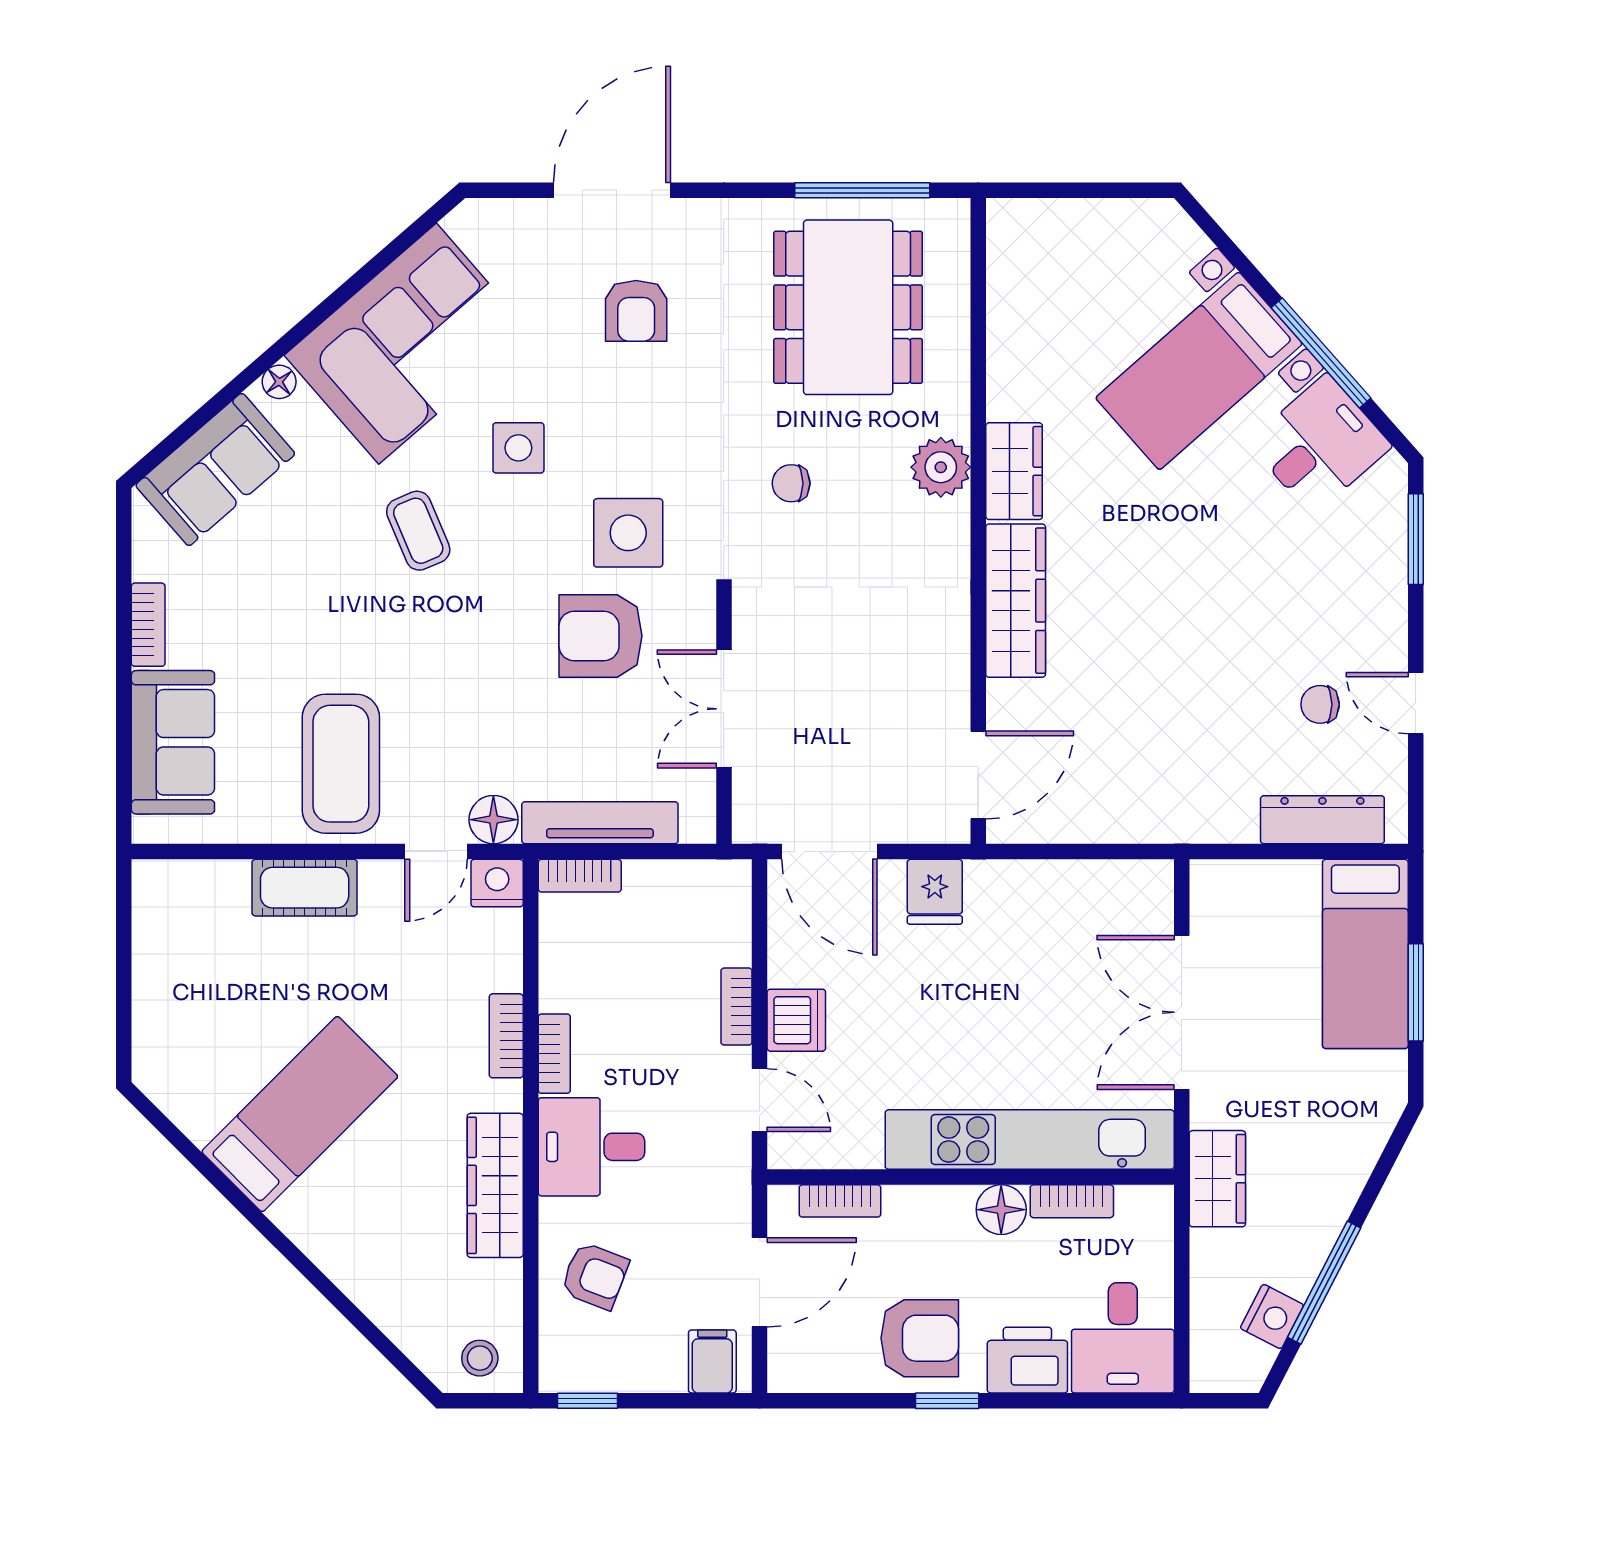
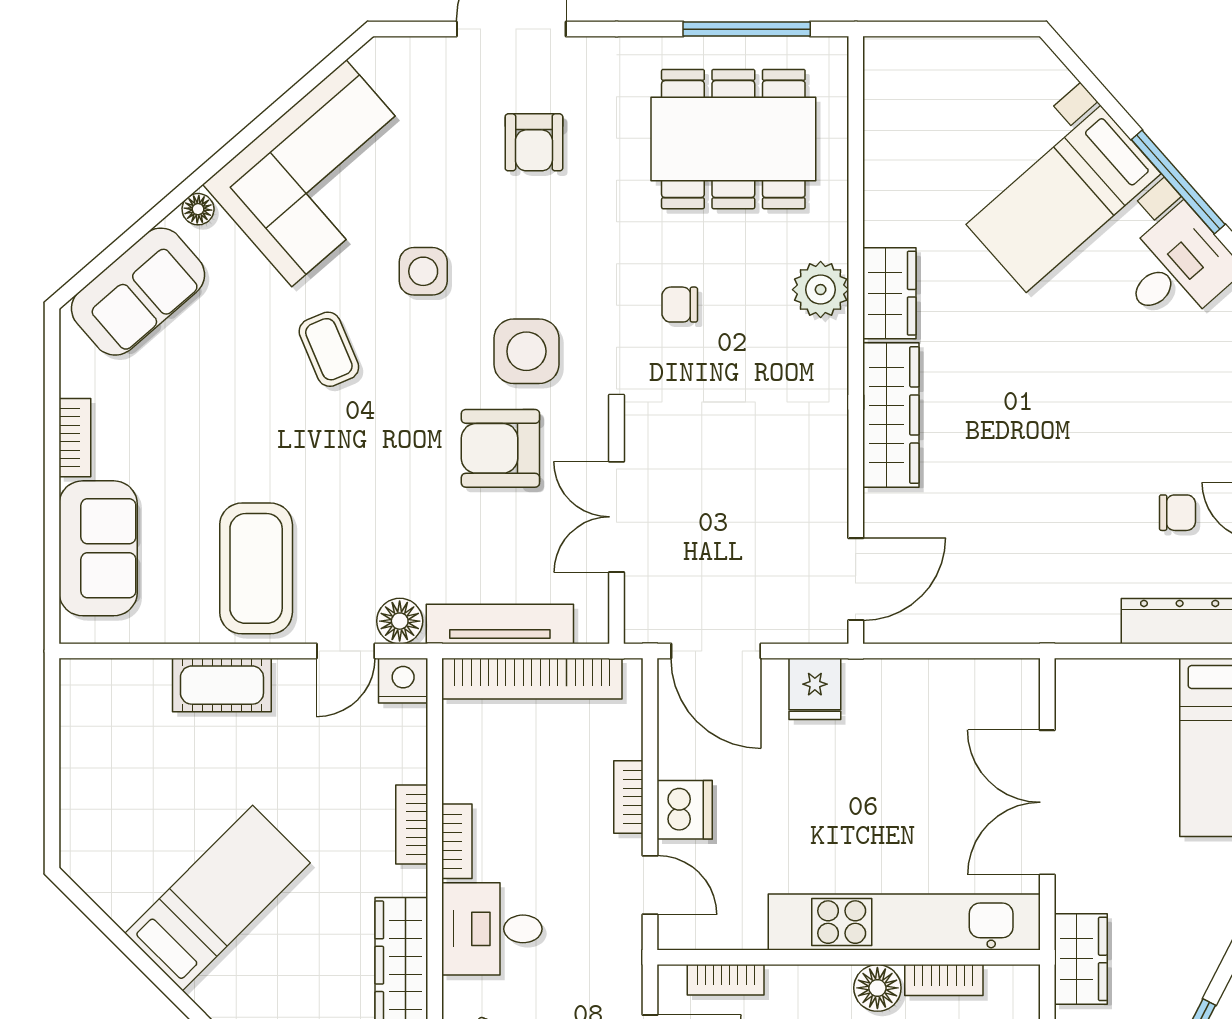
dining table: (848, 307) -> (733, 139), turned 90
chair: (1320, 704) -> (1177, 513), turned 180
bookcase: (580, 876) -> (532, 679), width x2.31, depth x1.31

